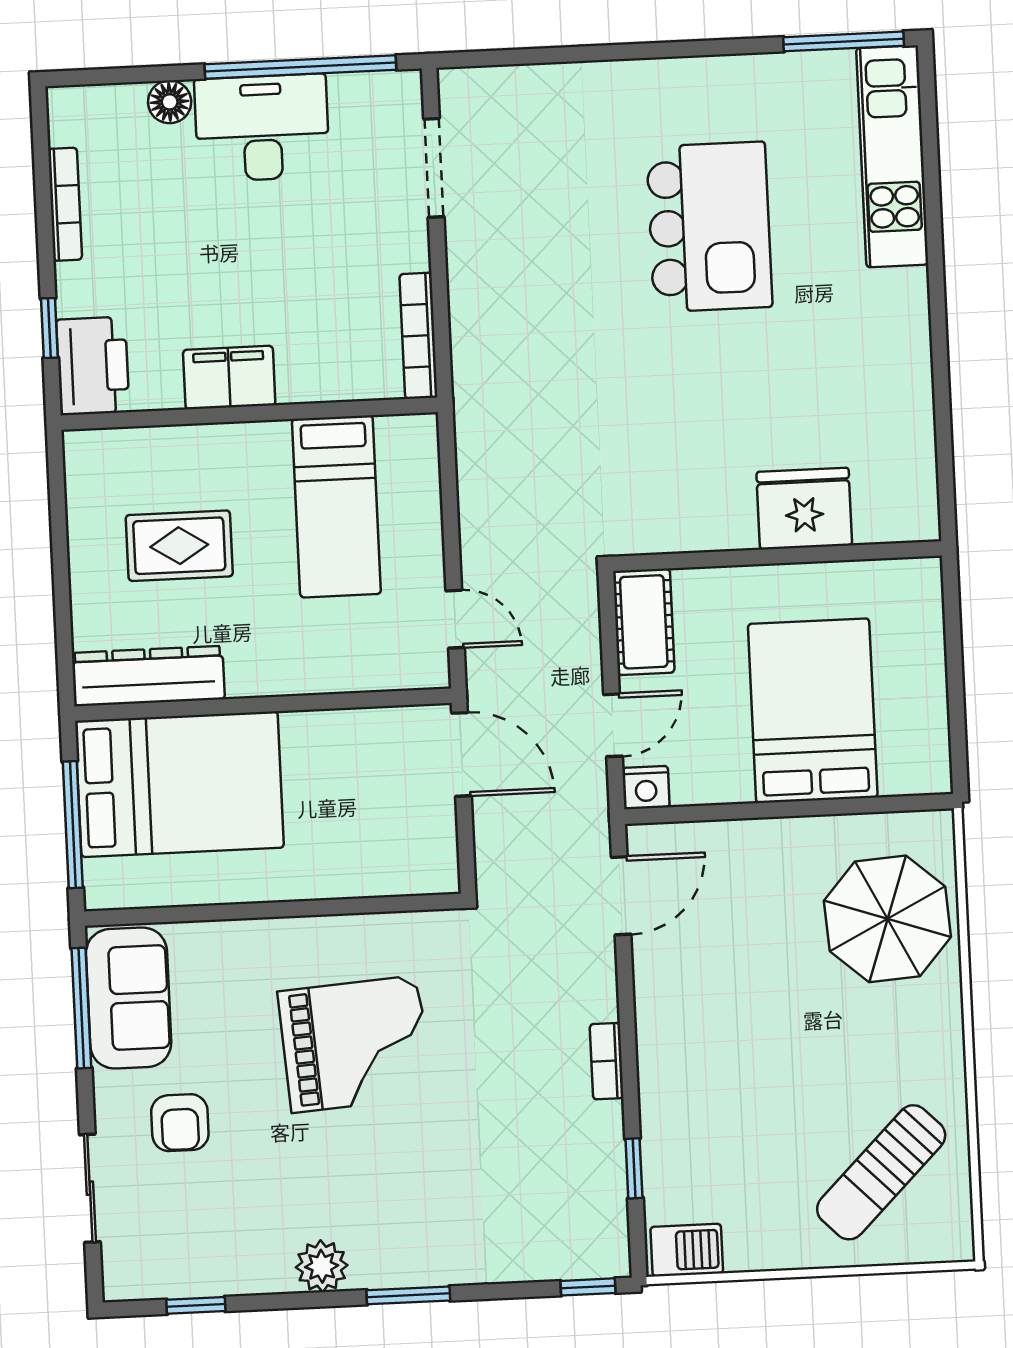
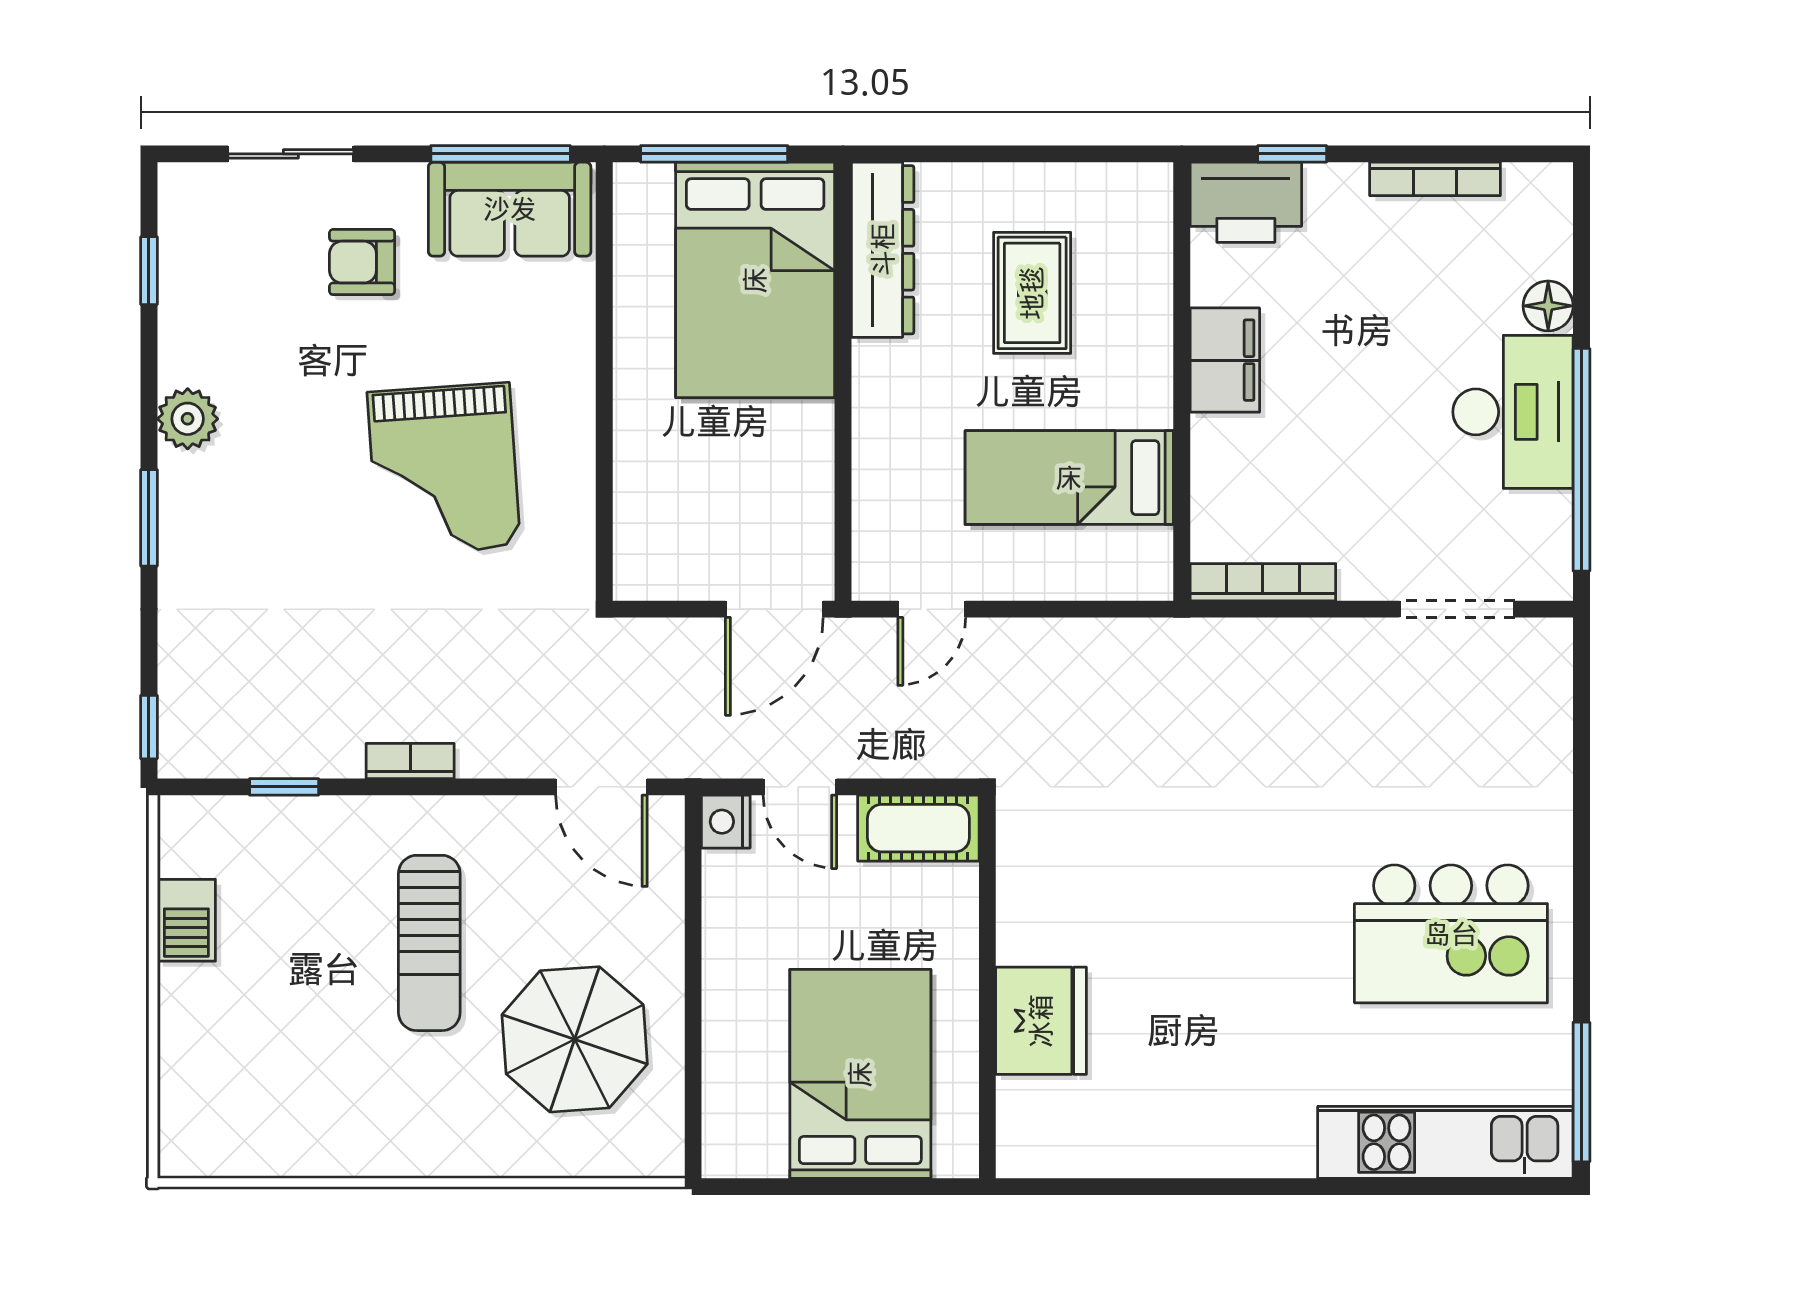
kitchen island: (709, 227) -> (1451, 934), moved
bed: (813, 711) -> (860, 1074), moved, turned -90
parasol: (887, 919) -> (575, 1039), moved
sun lounger: (881, 1172) -> (429, 943), moved, turned -135
barbecue: (687, 1250) -> (186, 920), moved

